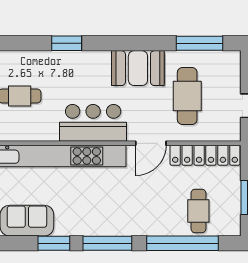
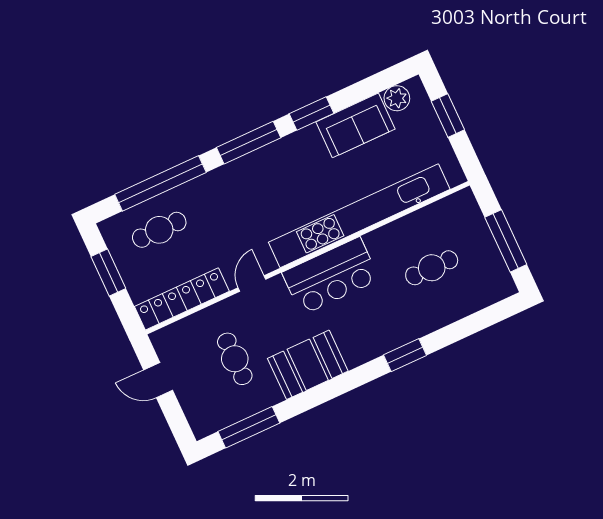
cafe table: (187, 96) -> (235, 359), width x0.73, depth x0.74
door: (151, 143) -> (252, 284), width x0.73
cafe table: (198, 211) -> (159, 230), turned 90

